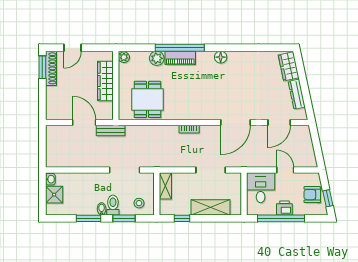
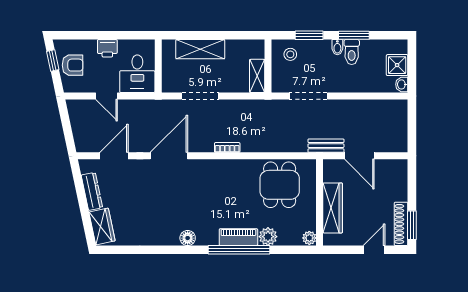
toilet: (113, 205) -> (352, 52), moved
window: (182, 218) -> (236, 35), removed
window: (281, 218) -> (112, 35), removed

